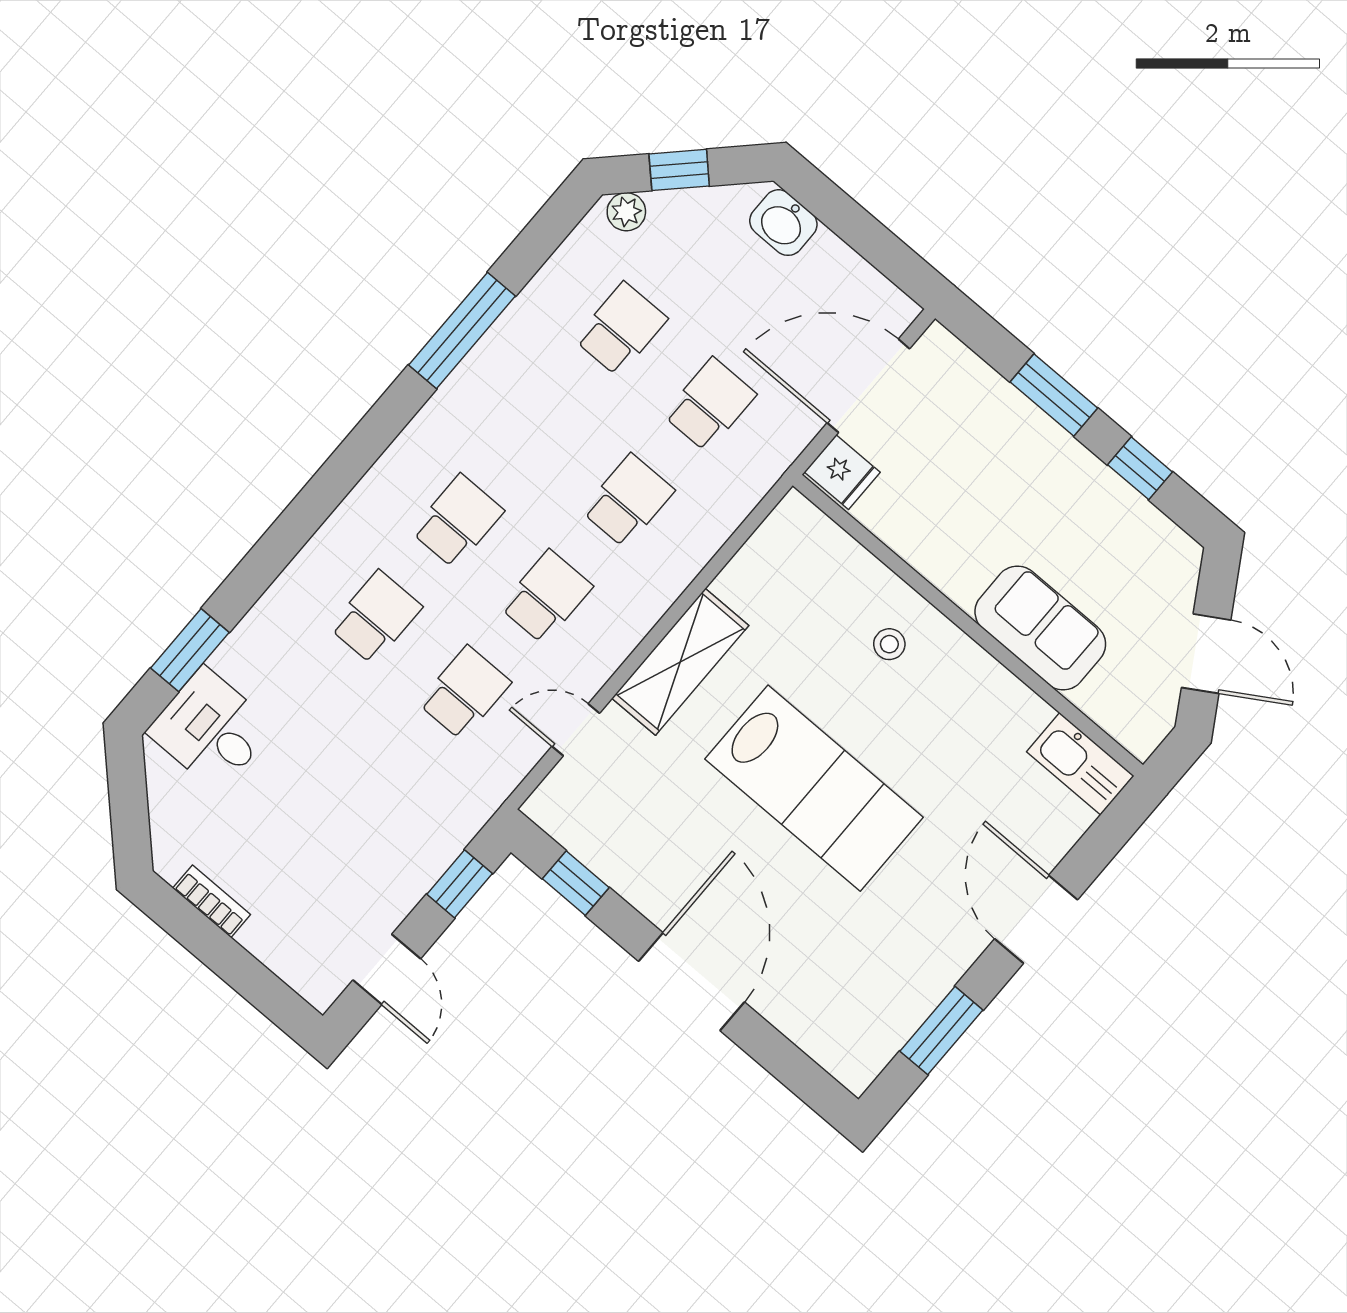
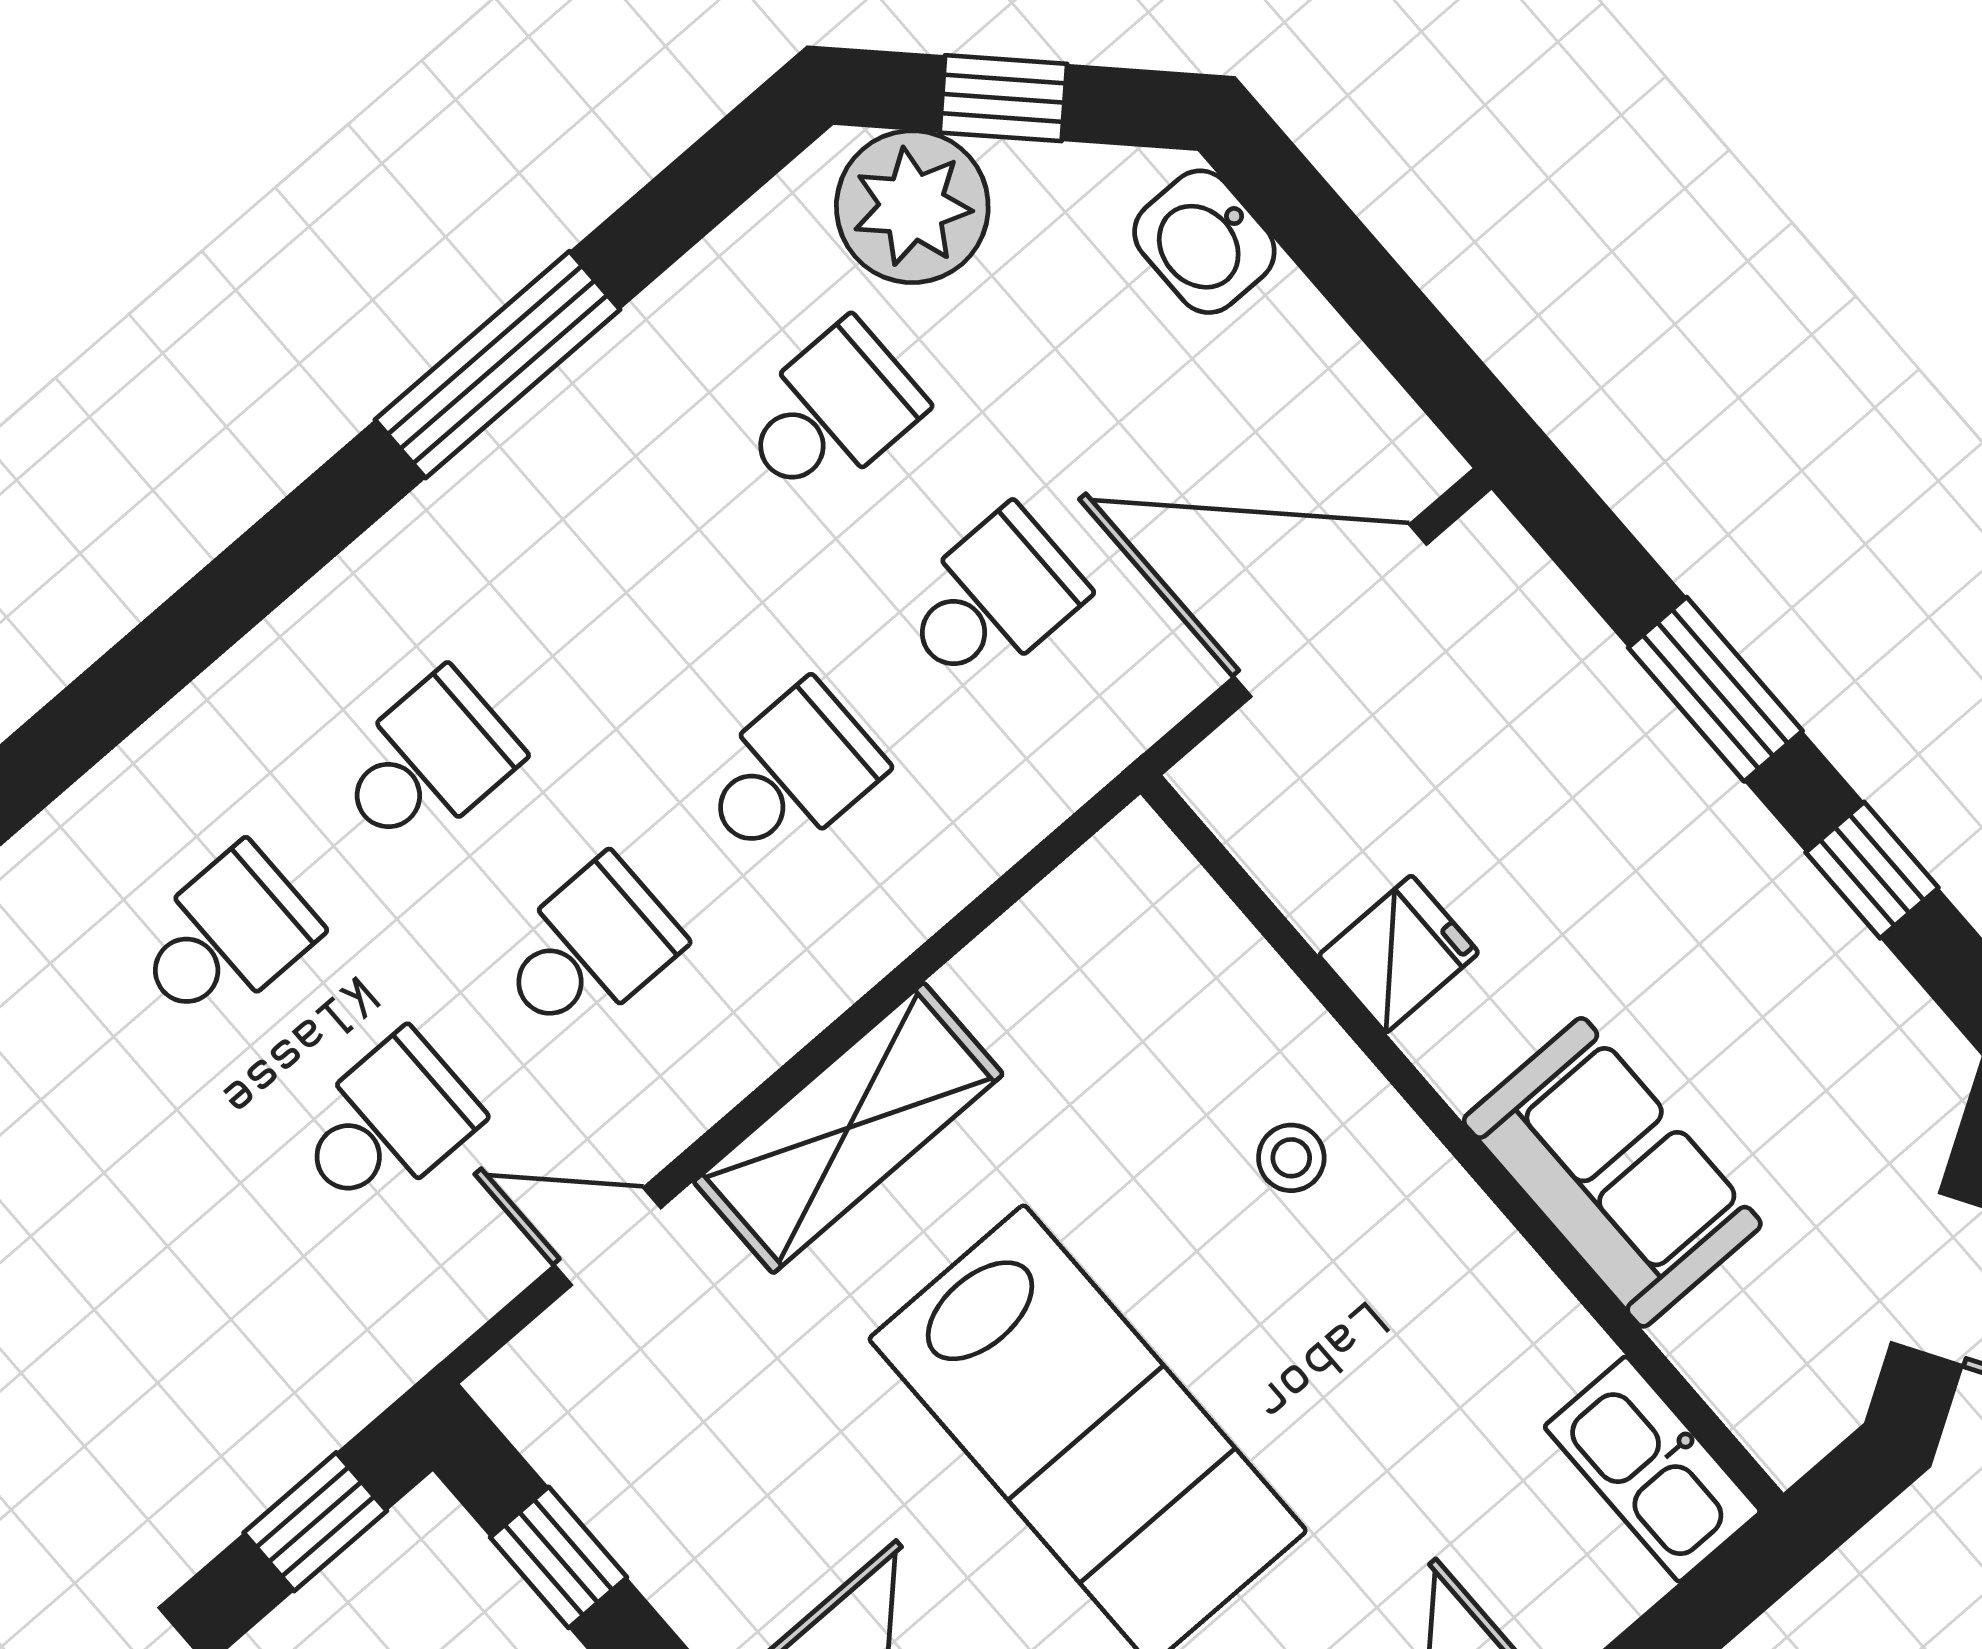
plant: (626, 212) -> (912, 207), width x1.88, depth x1.88
fridge: (842, 472) -> (1399, 954), moved, turned -90

